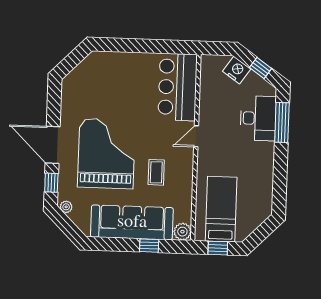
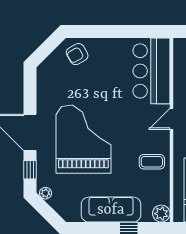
armchair: (103, 67) -> (77, 54), added
coffee table: (156, 172) -> (152, 162), moved, turned 90
sofa: (132, 222) -> (111, 210), width x0.74, depth x0.79

